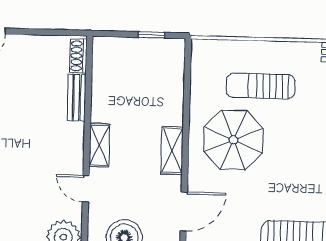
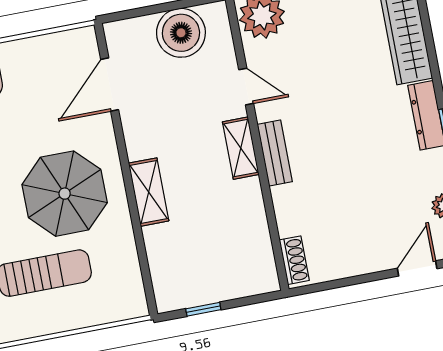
bench: (77, 98) -> (275, 153), moved
shelving: (172, 150) -> (149, 192), moved

